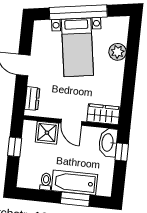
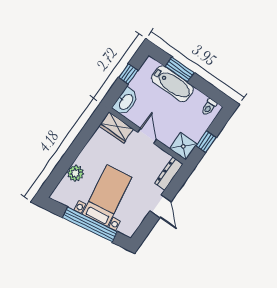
dresser: (32, 99) -> (169, 174), width x1.44
shower: (47, 133) -> (183, 146), moved
window: (122, 152) -> (128, 74), moved
toilet: (46, 182) -> (209, 107), moved

